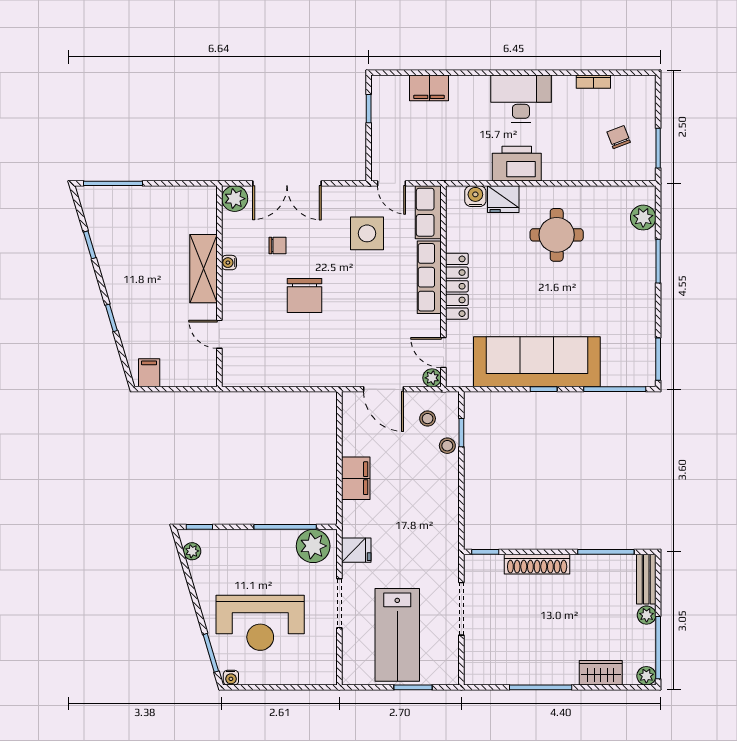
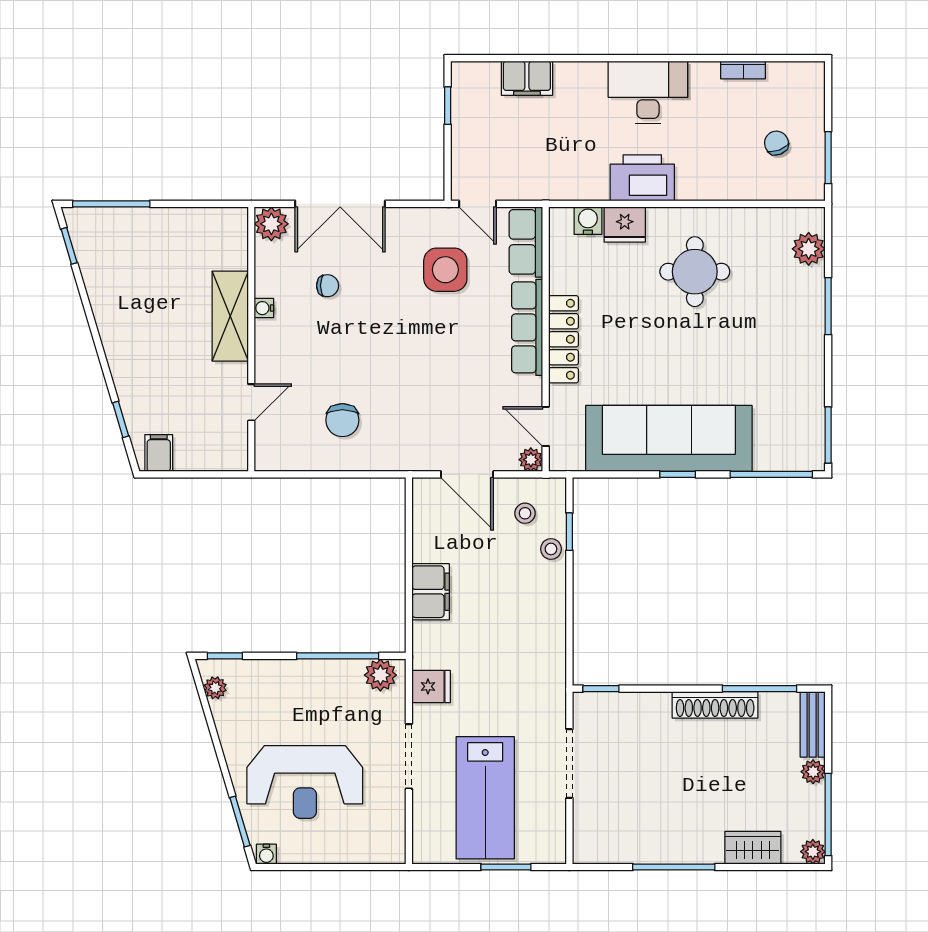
window: (90, 245) -> (69, 246), moved
chair: (305, 296) -> (342, 420), moved, width x0.73, depth x0.73
window: (111, 318) -> (121, 419), moved
door: (219, 334) -> (251, 402), swing flipped
plant: (313, 546) -> (380, 675), width x0.73, depth x0.73
shoe rack: (537, 564) -> (715, 705), moved

